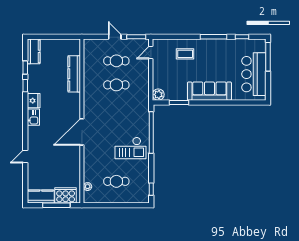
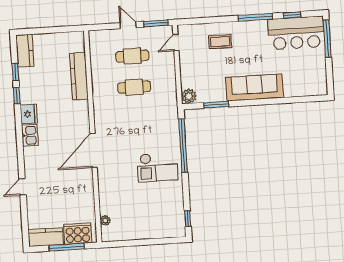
bar counter: (254, 74) -> (296, 33), moved, turned -90
cafe table: (116, 181) -> (142, 211), removed

